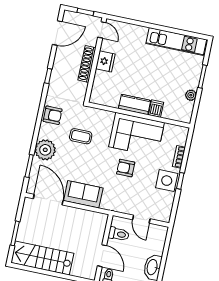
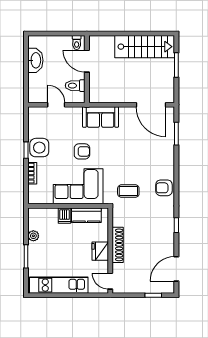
door: (102, 30) -> (110, 281), moved
wall: (95, 60) -> (110, 251), moved
fridge: (105, 61) -> (100, 251), moved
shoe rack: (87, 64) -> (118, 245), moved
coffee table: (81, 136) -> (128, 191), moved
plant: (45, 150) -> (164, 153), removed
sofa: (83, 194) -> (101, 117), moved

